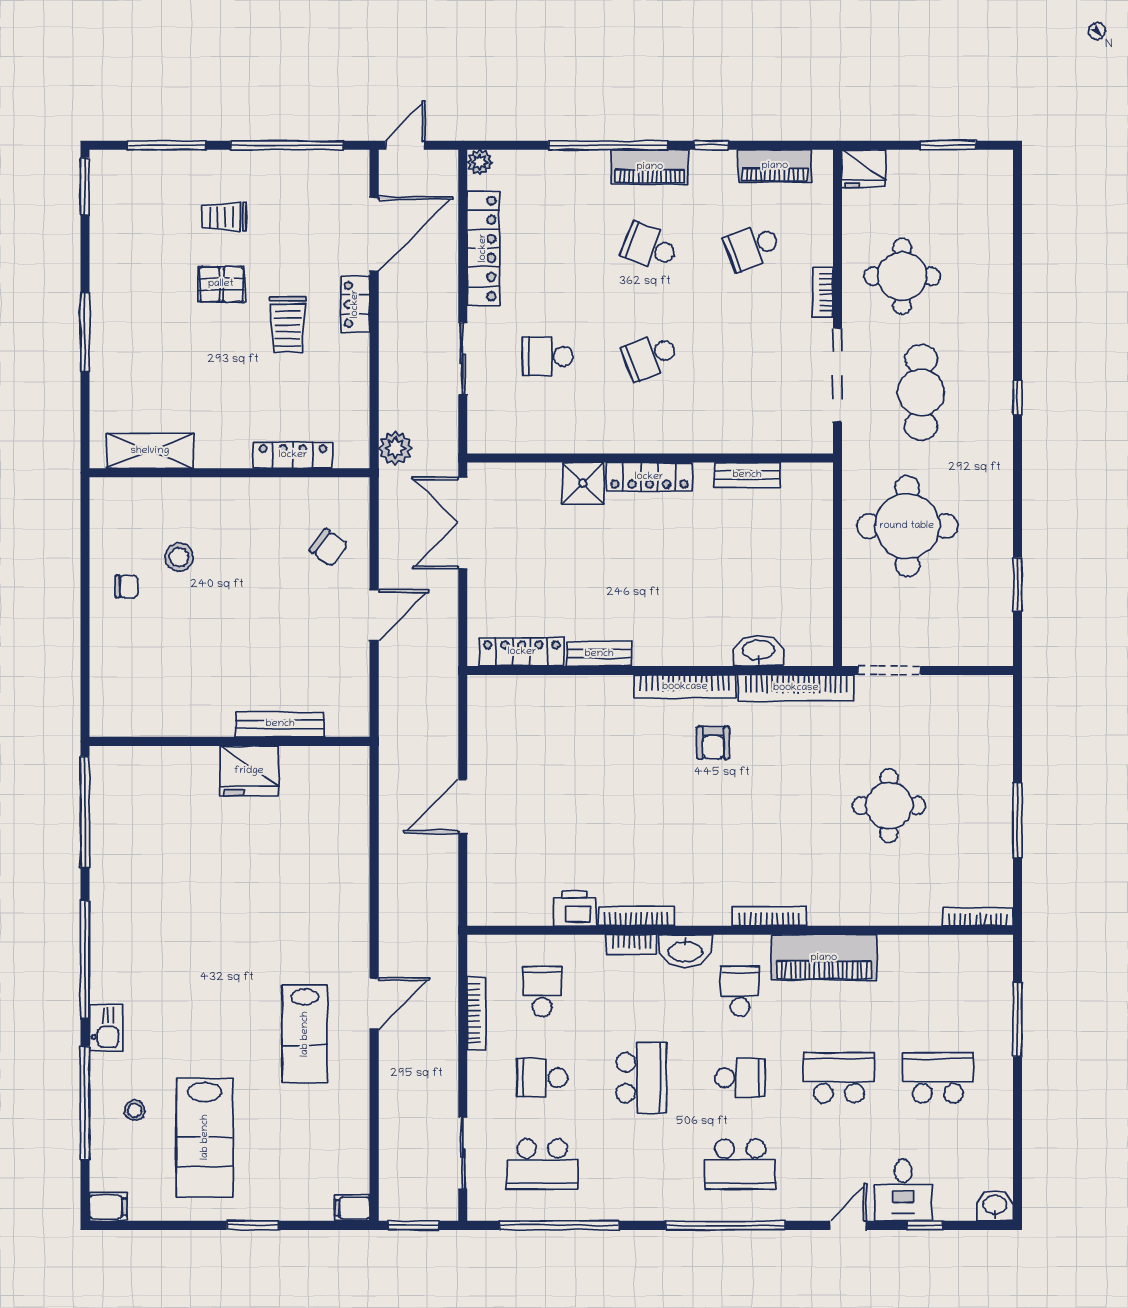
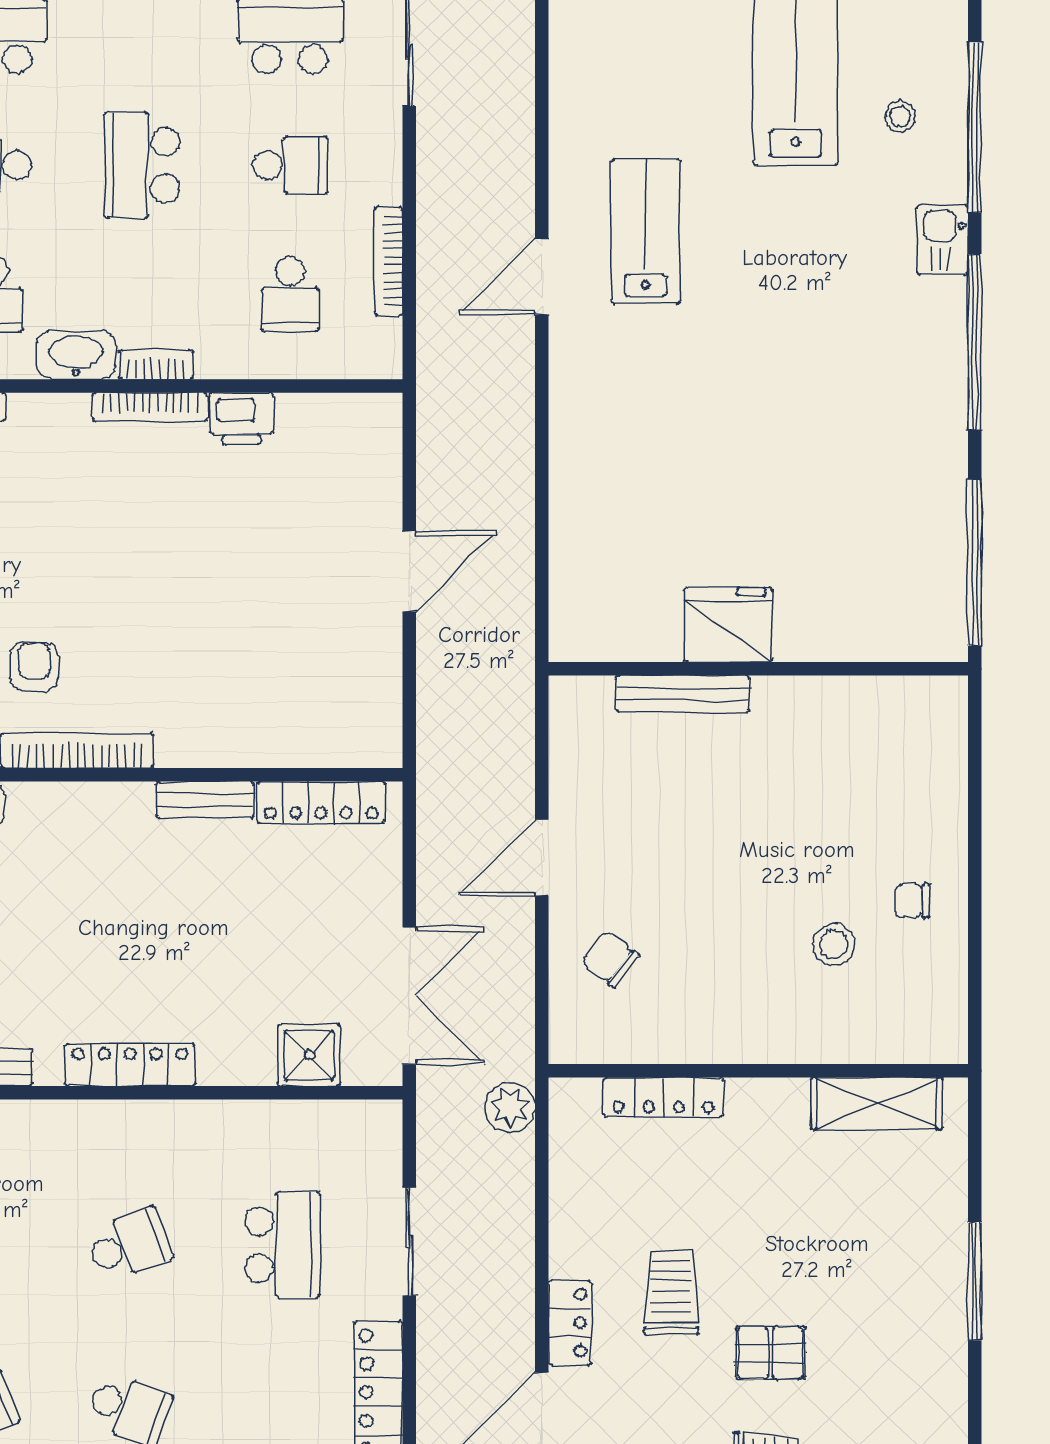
school desk: (548, 356) -> (282, 1245), width x1.85
shower: (583, 483) -> (309, 1055), moved

